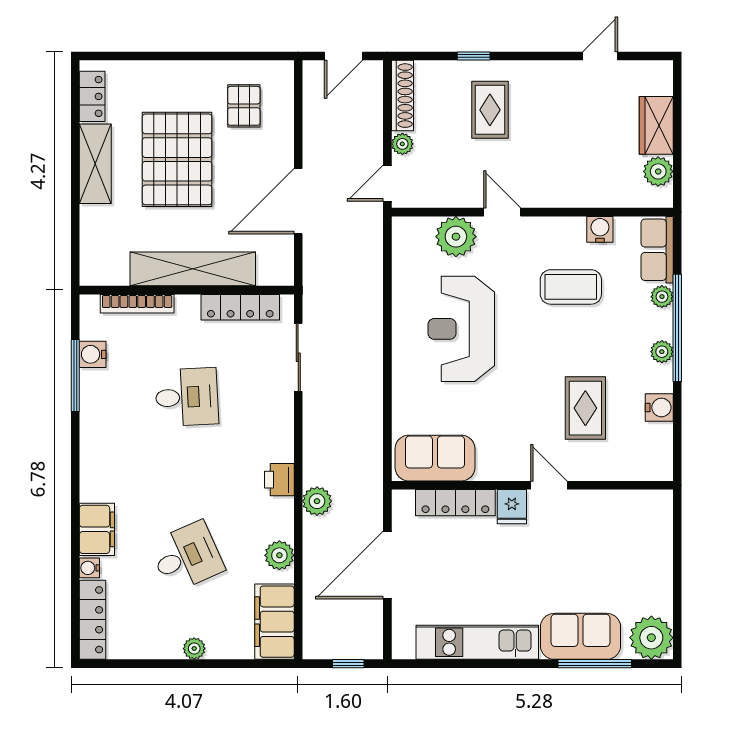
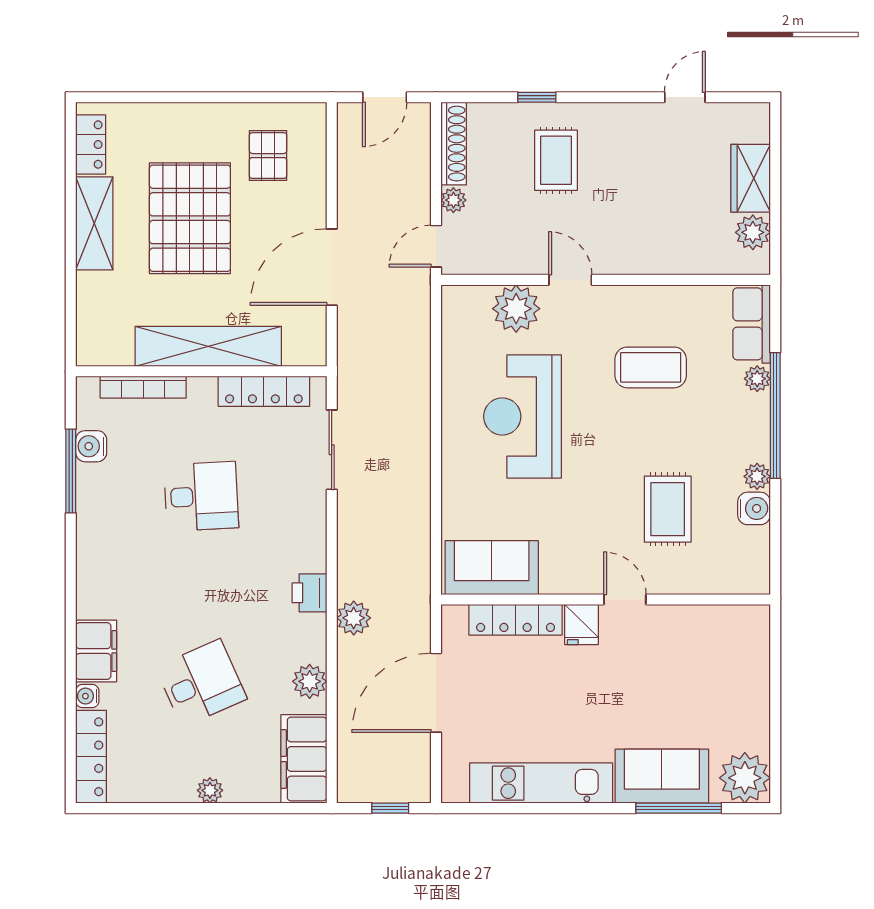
water cooler: (600, 229) -> (685, 300), removed
plant: (662, 352) -> (757, 476), moved

